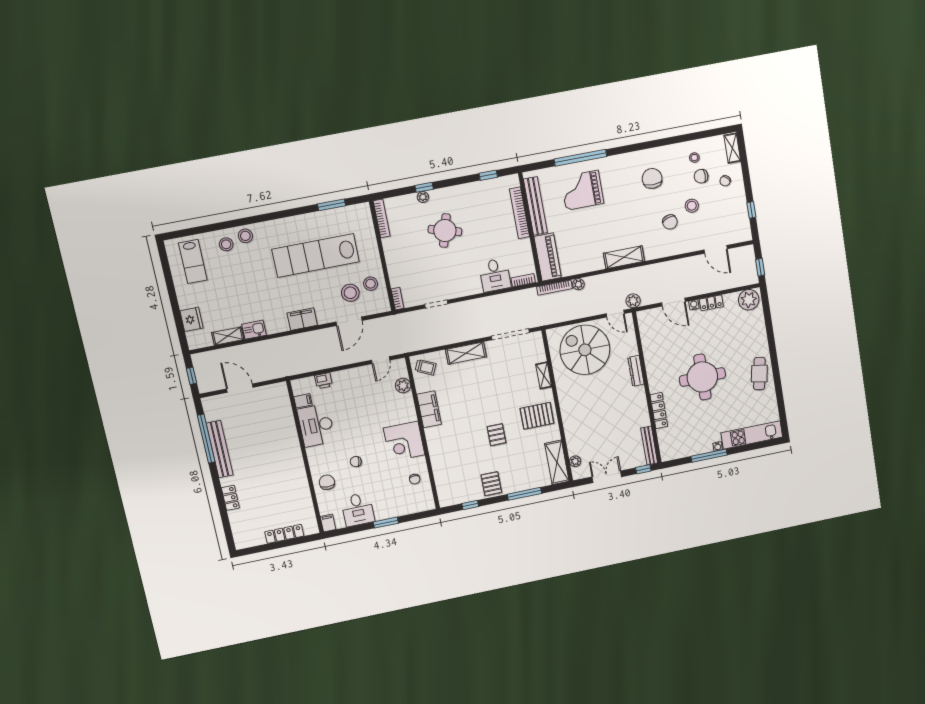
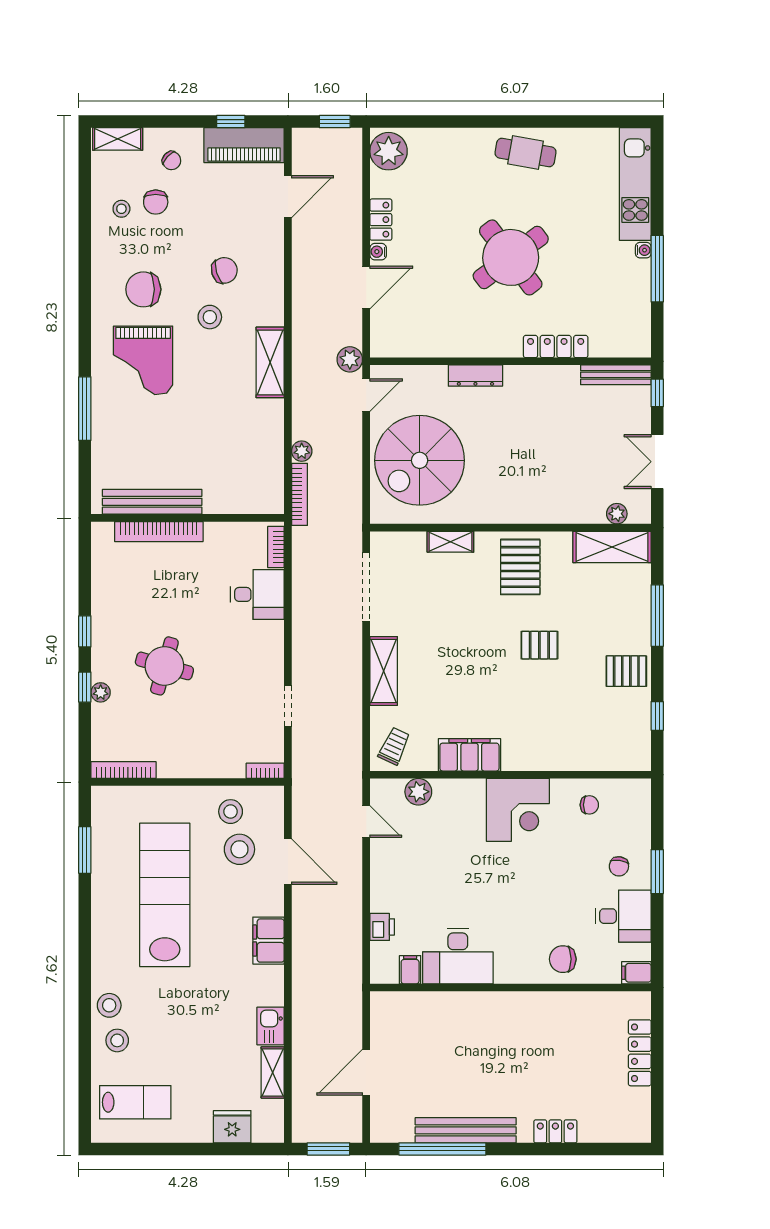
window: (580, 158) -> (85, 409), width x0.68
window: (488, 175) -> (85, 631), moved
grand piano: (582, 190) -> (143, 360), moved
stool: (692, 206) -> (210, 317), moved
lab bench: (316, 256) -> (165, 895), turned 180
piano: (548, 257) -> (244, 145), moved, turned 180
window: (191, 376) -> (328, 1149), width x1.50
round table: (702, 377) -> (511, 257), turned -37
chair: (356, 462) -> (619, 866), moved

